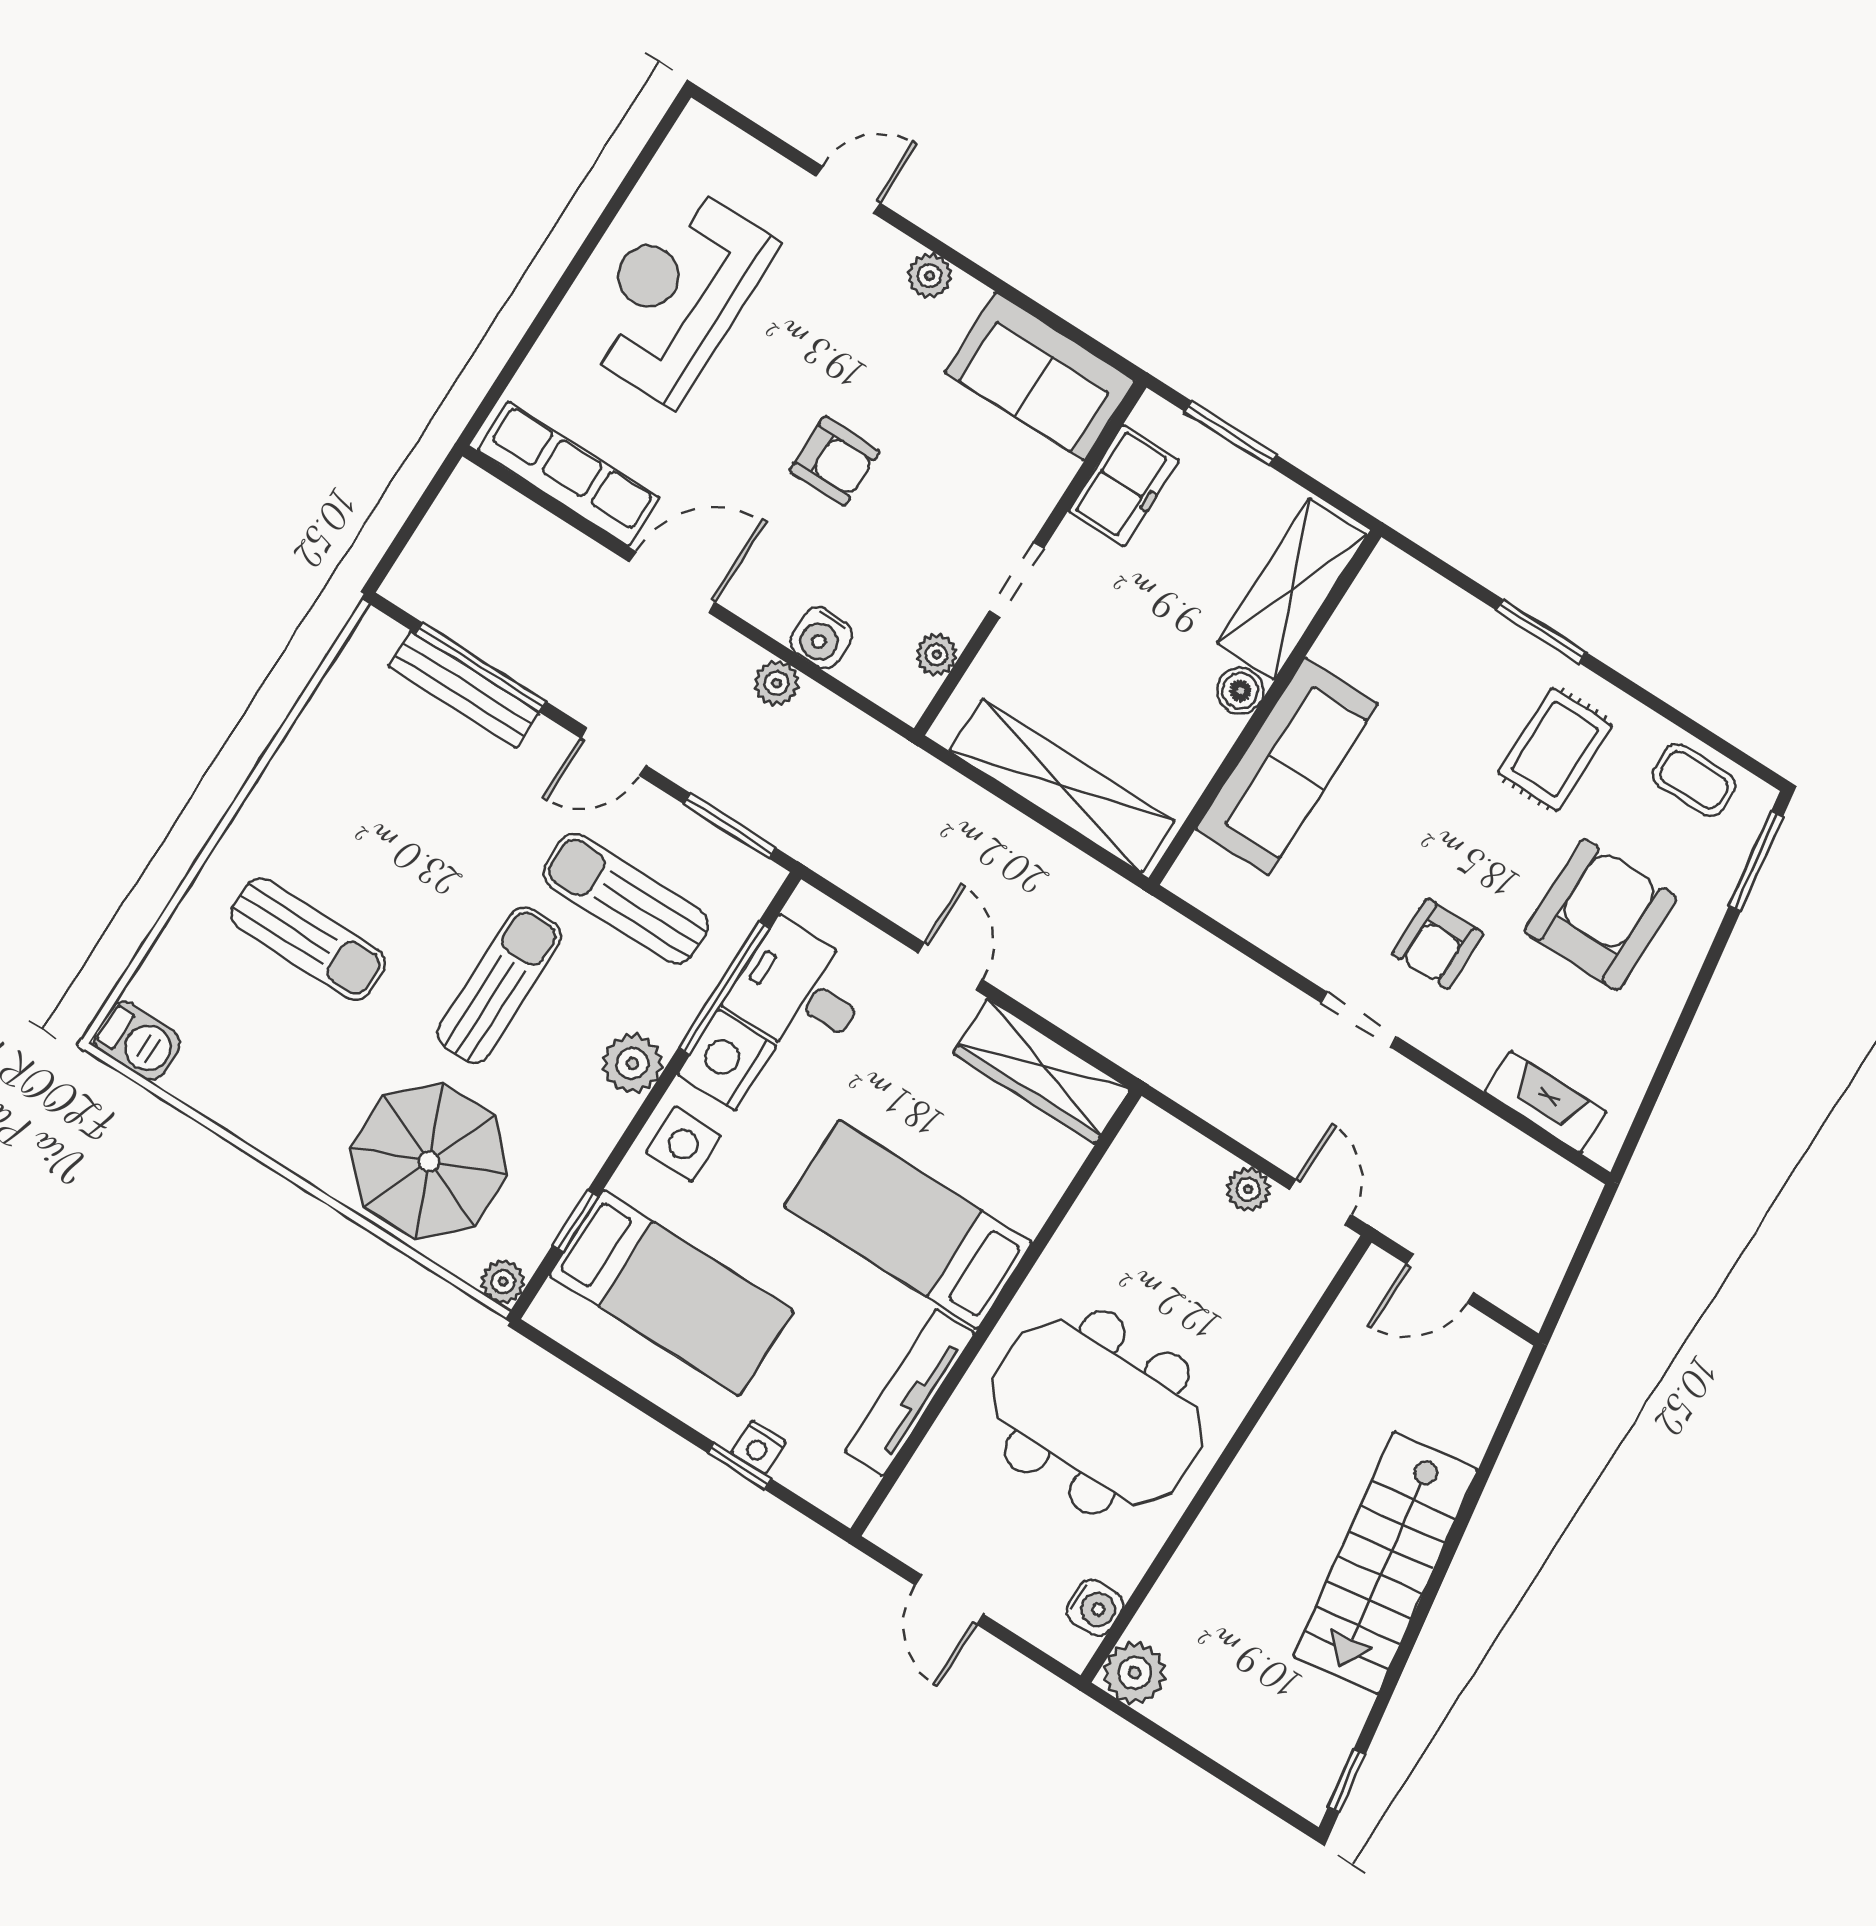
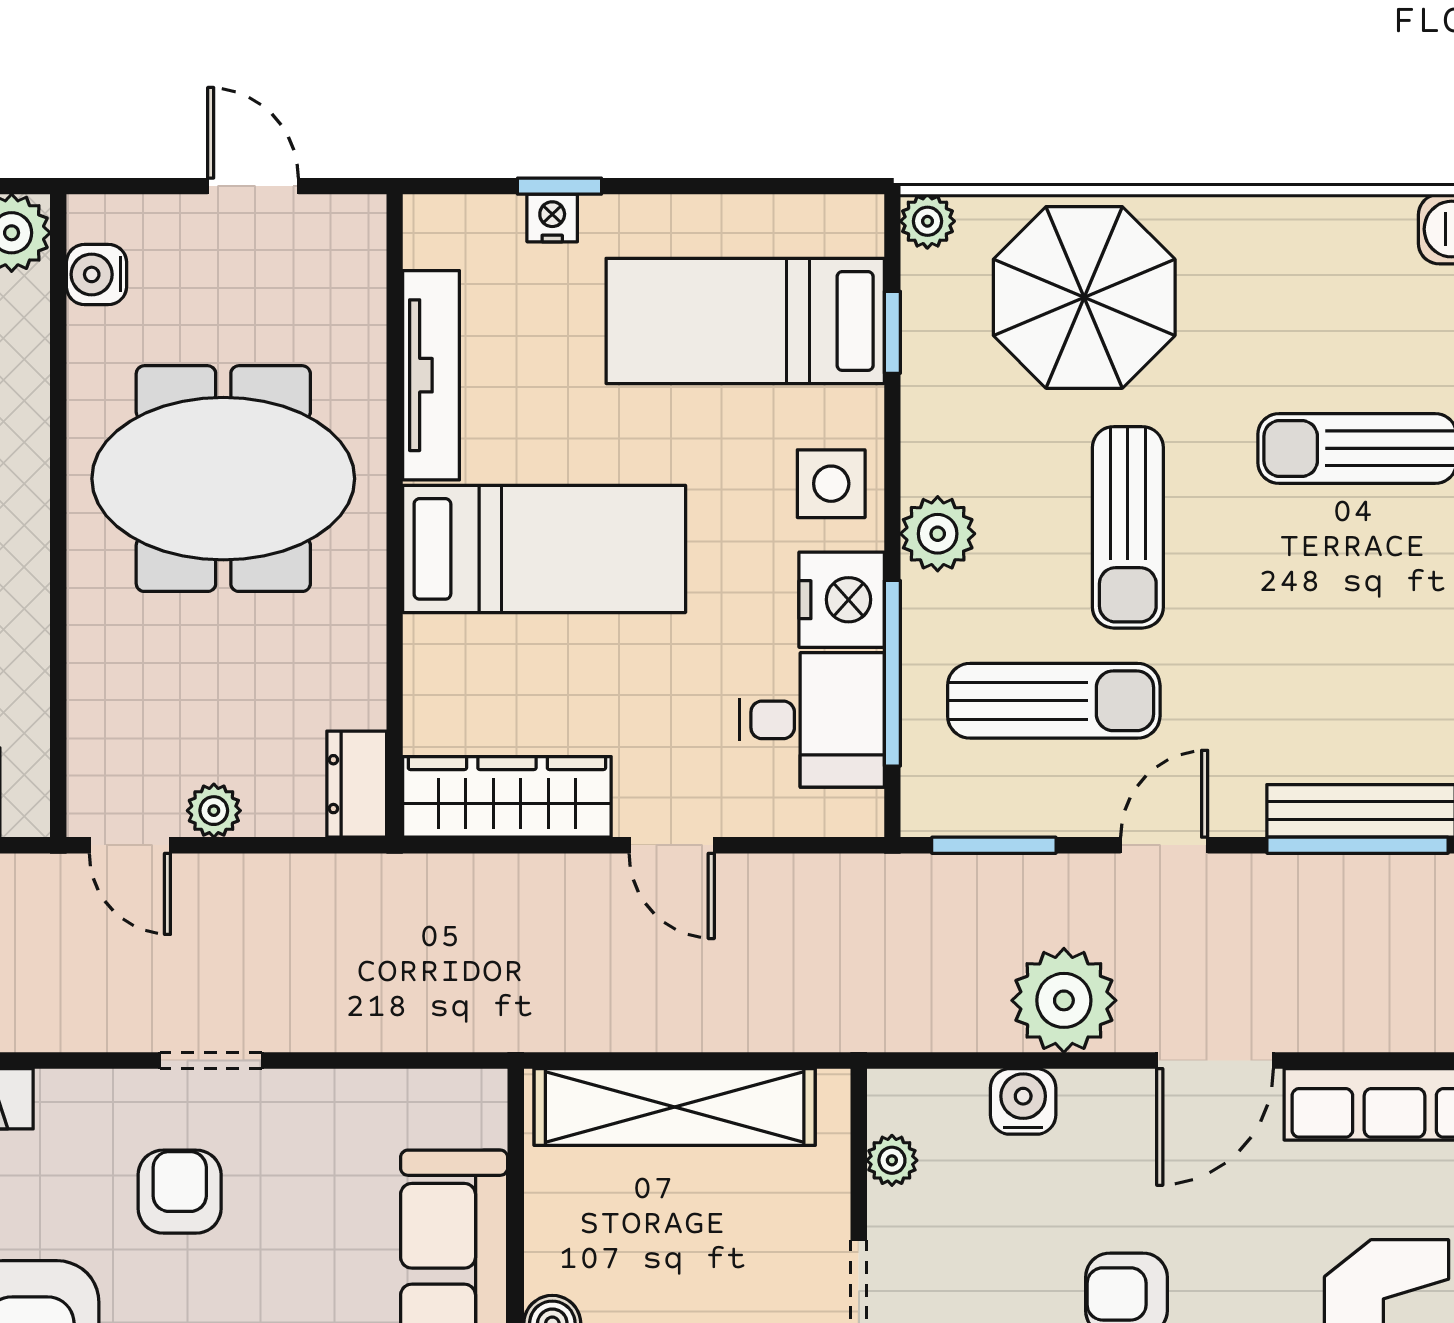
plant: (777, 683) -> (1064, 1000), width x1.88, depth x1.88
dresser: (1139, 1145) -> (357, 784), added

